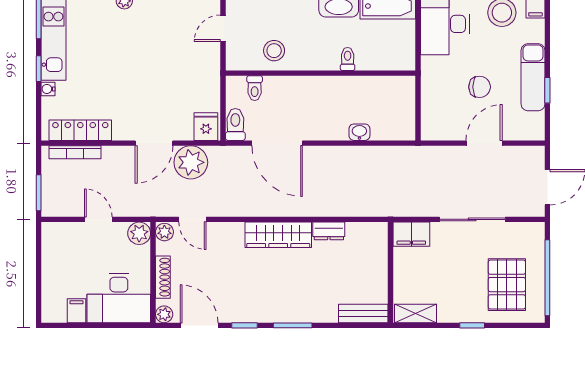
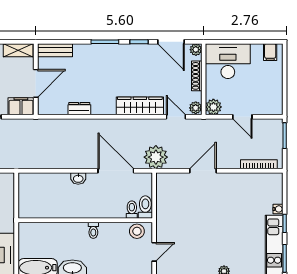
stool: (274, 51) -> (137, 231), moved
toilet: (348, 59) -> (93, 230), moved
toilet: (235, 124) -> (145, 207), moved, turned 180
fridge: (206, 127) -> (166, 182), removed
locker: (80, 130) -> (255, 180), removed
washbasin: (359, 132) -> (78, 178), moved
plant: (191, 162) -> (156, 157), moved
wardrobe: (278, 235) -> (140, 106), moved
door: (390, 267) -> (36, 83), added
filing cabinet: (76, 311) -> (270, 52), moved

